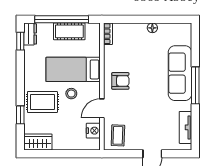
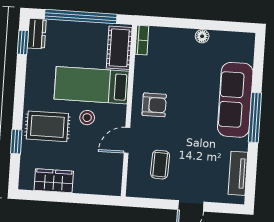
cot: (69, 31) -> (119, 48), moved, turned 90
nightstand: (93, 131) -> (113, 169), removed
coffee table: (118, 135) -> (160, 165), moved
wardrobe: (38, 142) -> (54, 181), moved

